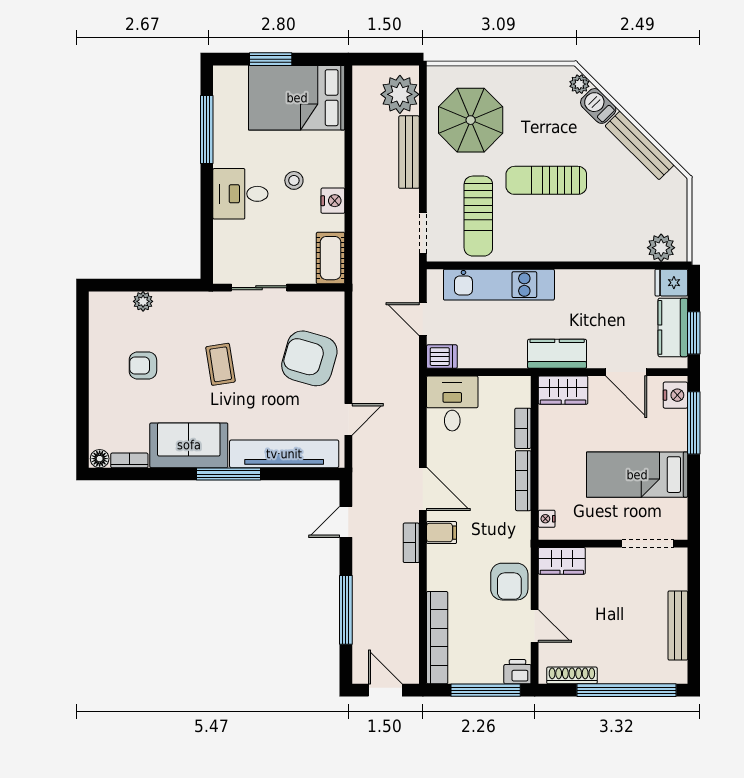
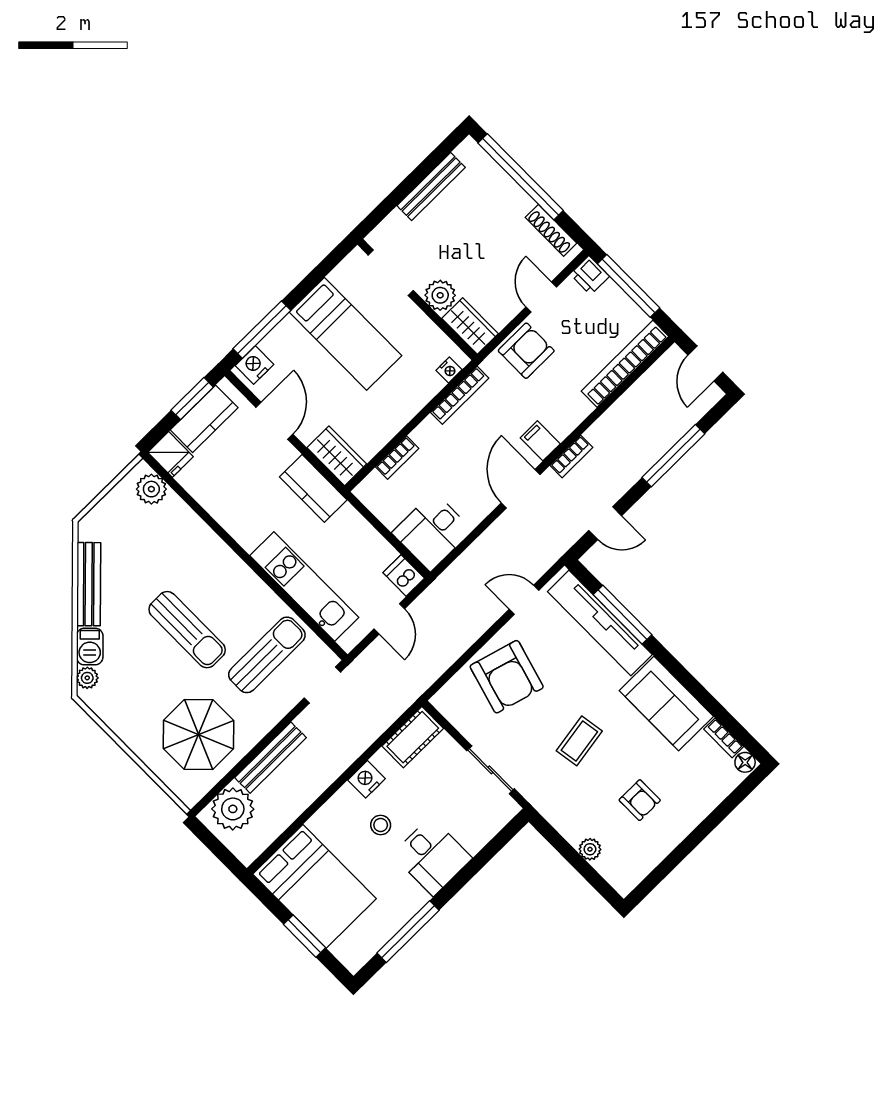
window: (228, 474) -> (623, 615), moved
bookcase: (523, 481) -> (460, 395), moved
plant: (601, 561) -> (440, 295), added

